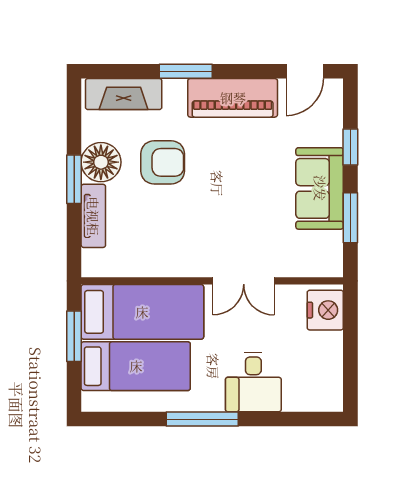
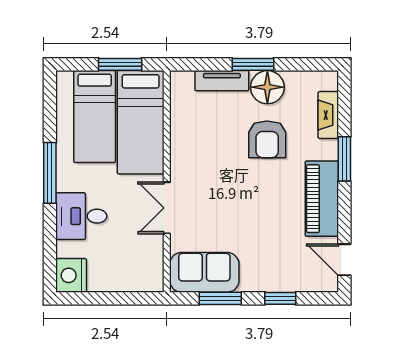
fireplace: (124, 94) -> (328, 115), width x0.73, depth x0.76
sofa: (320, 188) -> (204, 272), moved
nightstand: (325, 310) -> (71, 275), moved, turned 90

